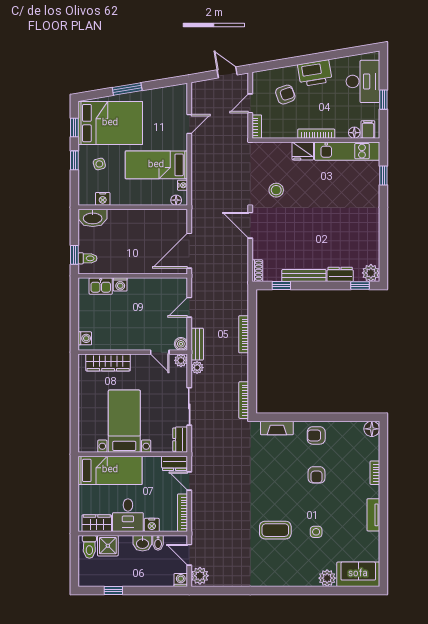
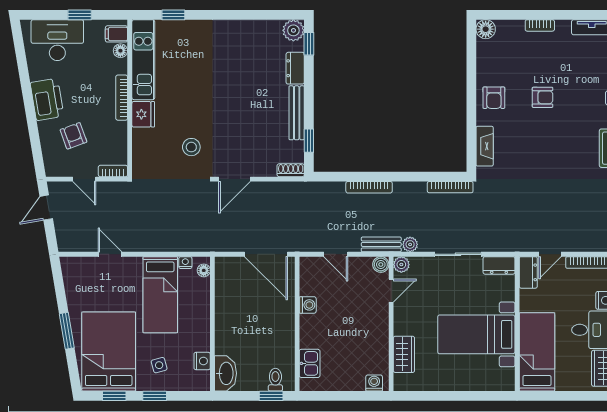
washing machine: (120, 284) -> (308, 305), moved
wardrobe: (108, 363) -> (404, 354), width x0.67

